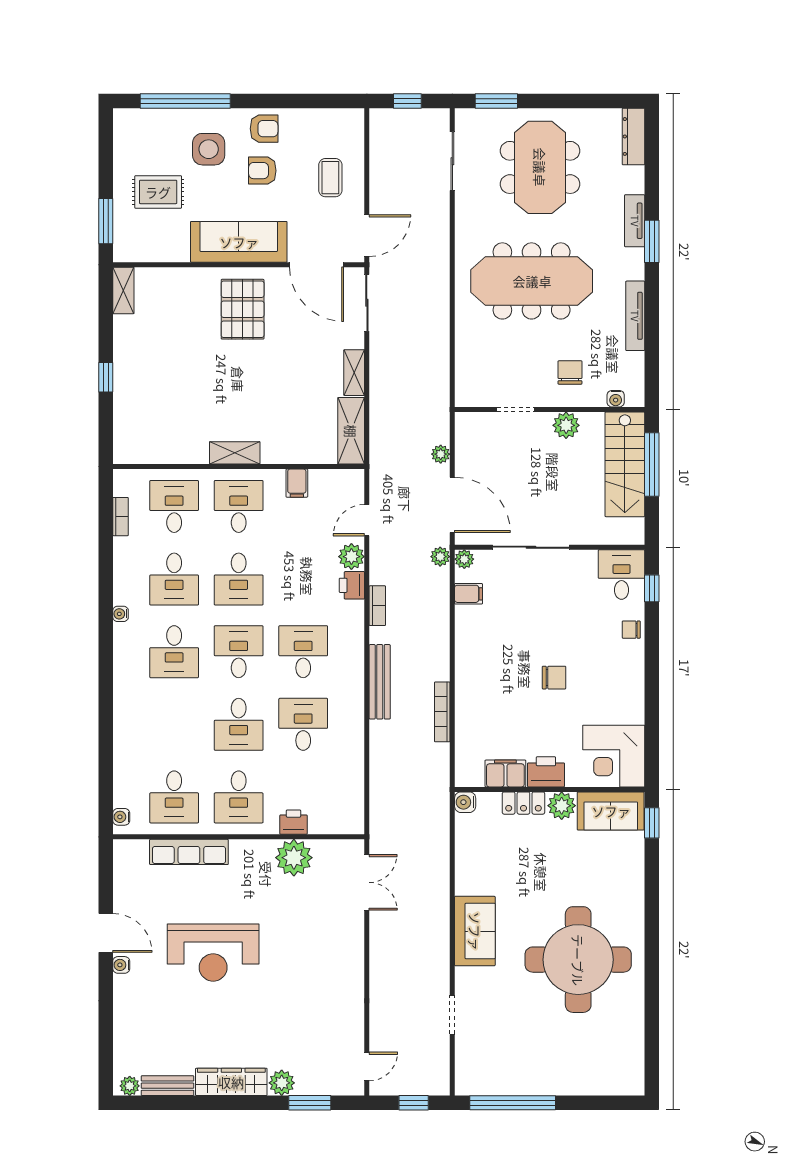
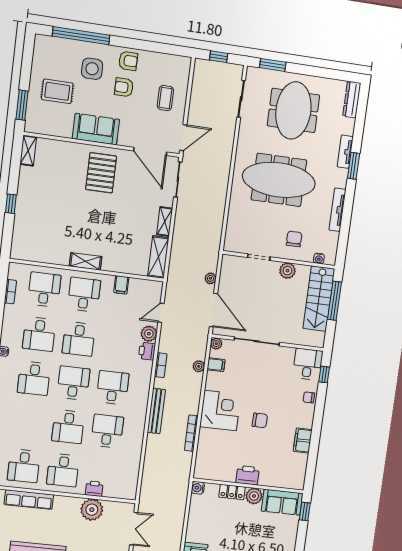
sofa: (239, 242) -> (96, 129), width x0.73
plant: (440, 557) -> (199, 366), moved
corner desk: (614, 756) -> (220, 411), moved, turned 180
filing cabinet: (505, 773) -> (303, 440), moved, turned -90

